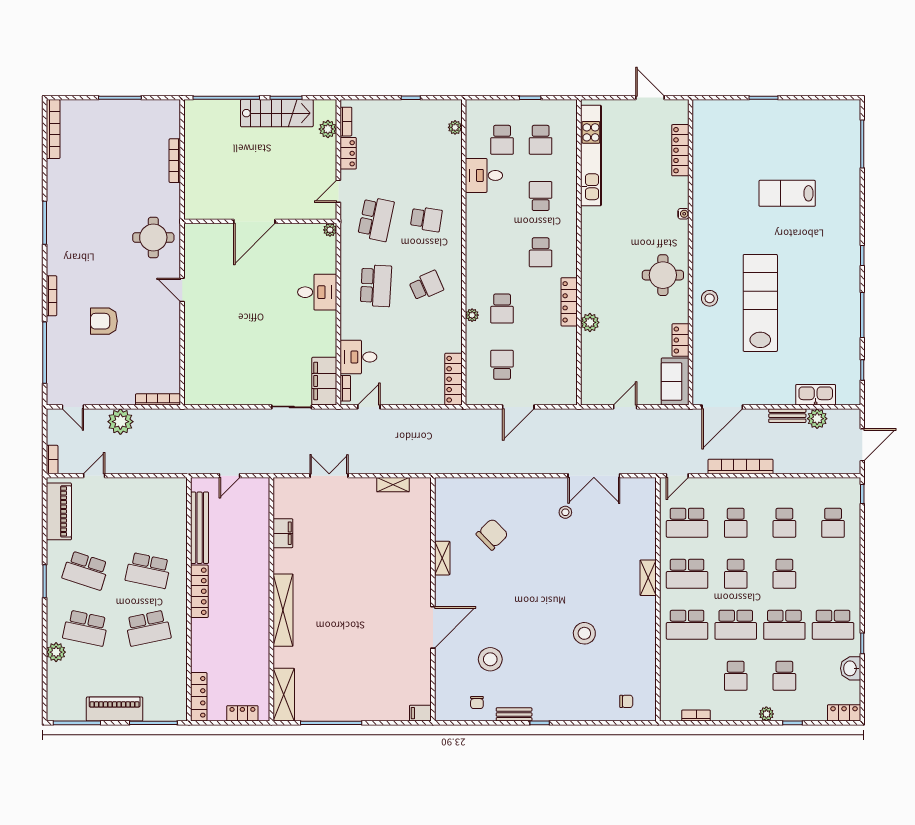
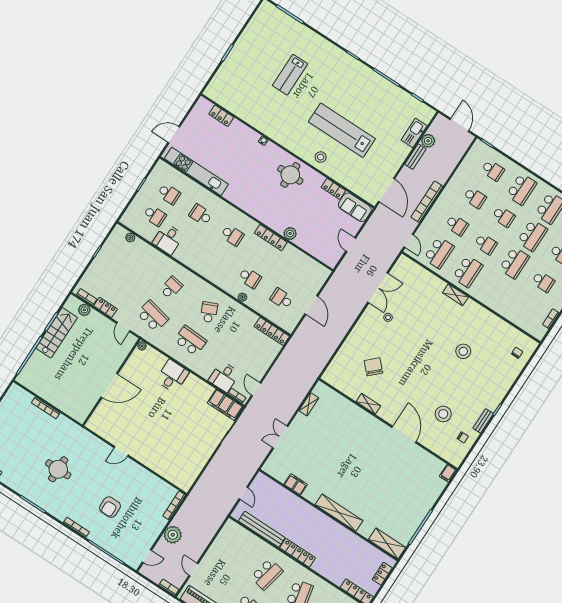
door: (650, 98) -> (174, 135), moved
locker: (680, 150) -> (221, 116), width x0.66
door: (254, 221) -> (109, 385), hinge flipped
round table: (153, 237) -> (58, 469), moved
school desk: (687, 625) -> (521, 189), moved

